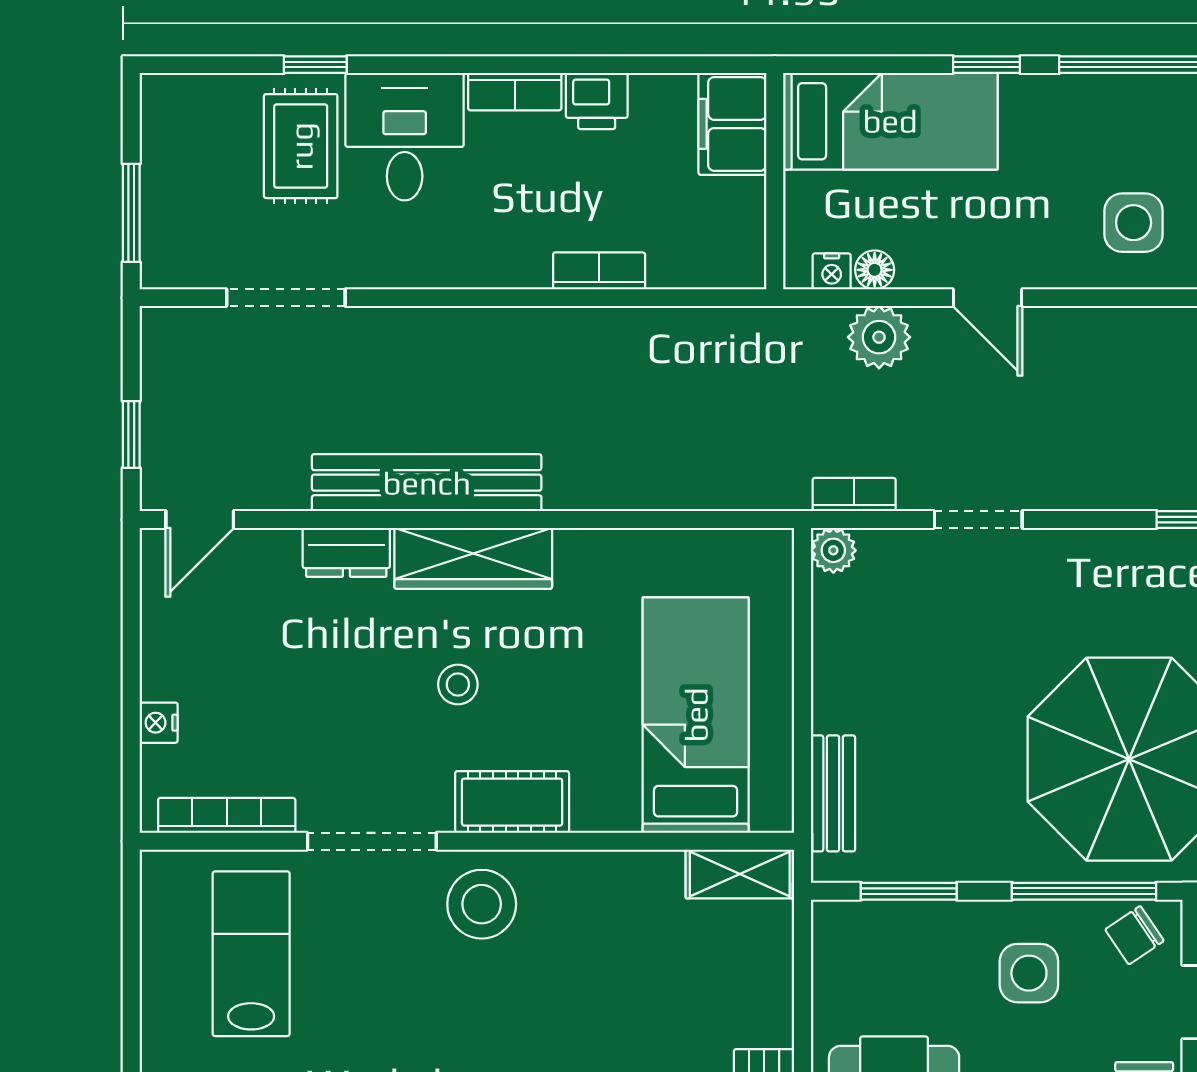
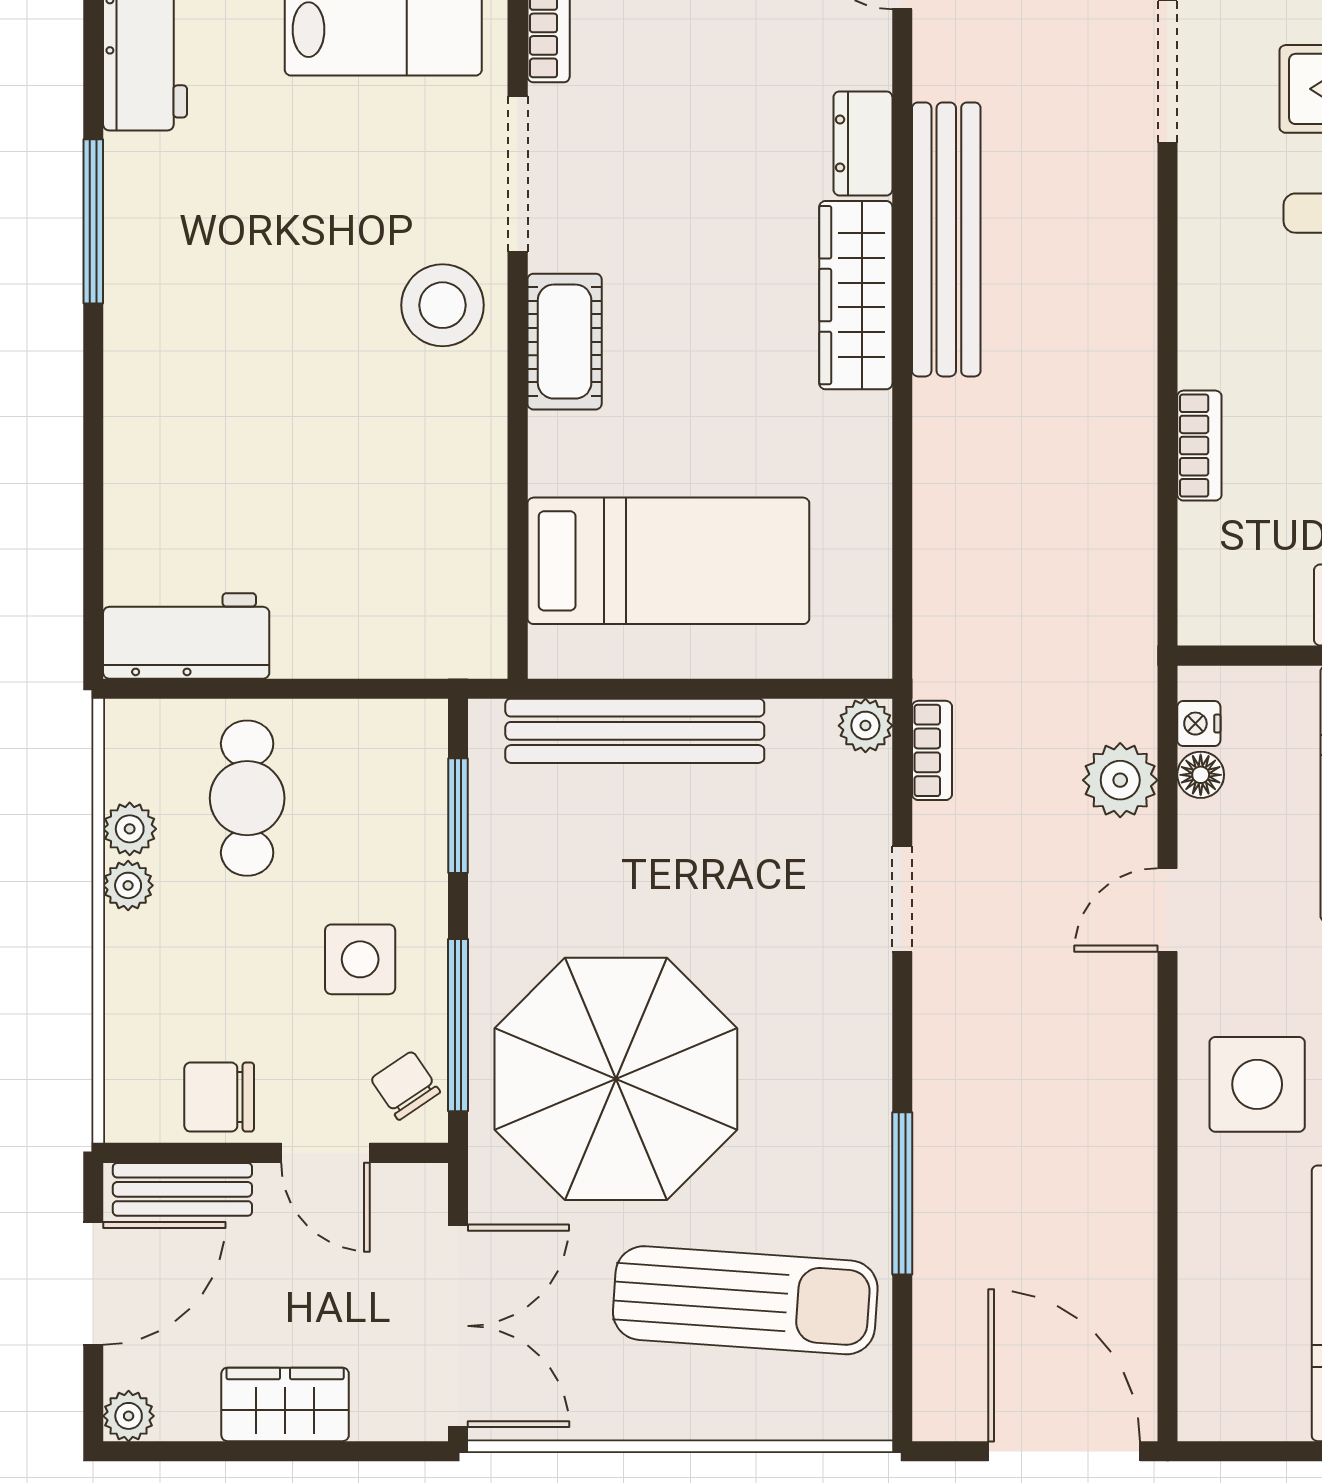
side table: (1134, 223) -> (1257, 1084), width x1.37, depth x1.37
stool: (458, 685) -> (705, 277), removed
bench: (833, 793) -> (635, 731), width x1.86, depth x1.21
shelving: (740, 874) -> (478, 614), removed

